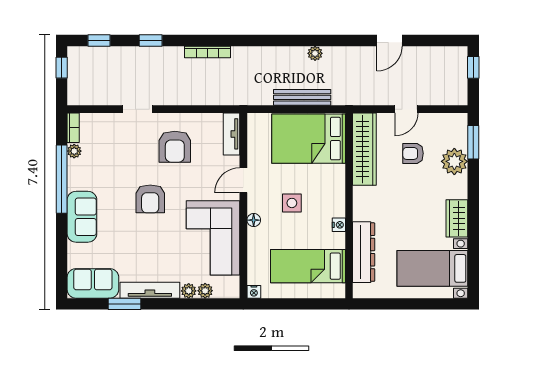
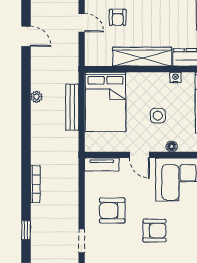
armchair: (175, 147) -> (112, 211), turned 180
wardrobe: (364, 149) -> (142, 57), moved

